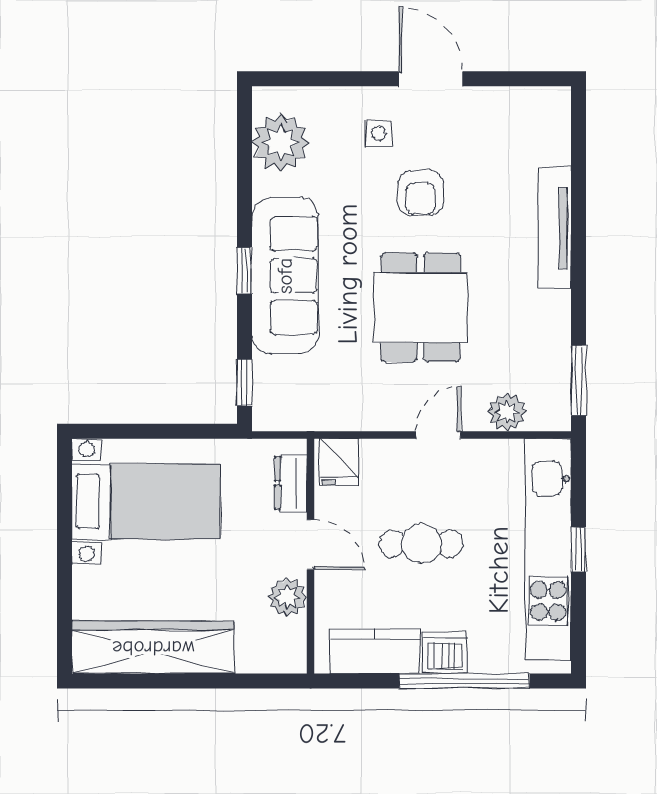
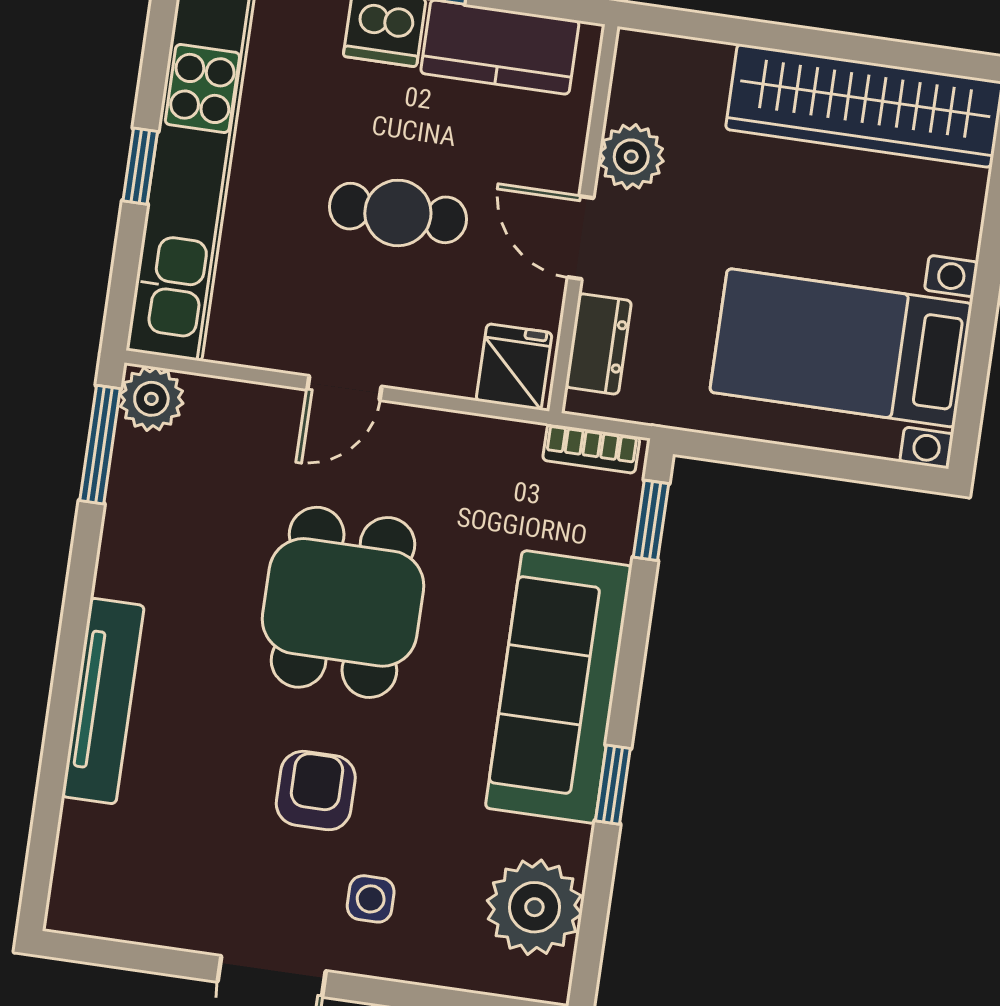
window: (244, 271) -> (613, 785), moved
plant: (507, 412) -> (151, 399), moved
bookcase: (286, 420) -> (591, 449), added

